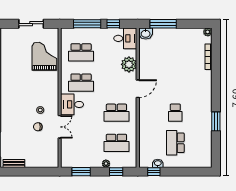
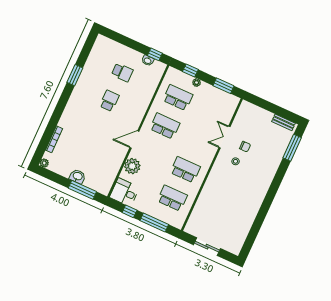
washbasin: (146, 34) -> (78, 176), moved
grand piano: (44, 56) -> (209, 210), removed
desk: (72, 104) -> (203, 153), removed
school desk: (175, 143) -> (122, 72), width x0.54

